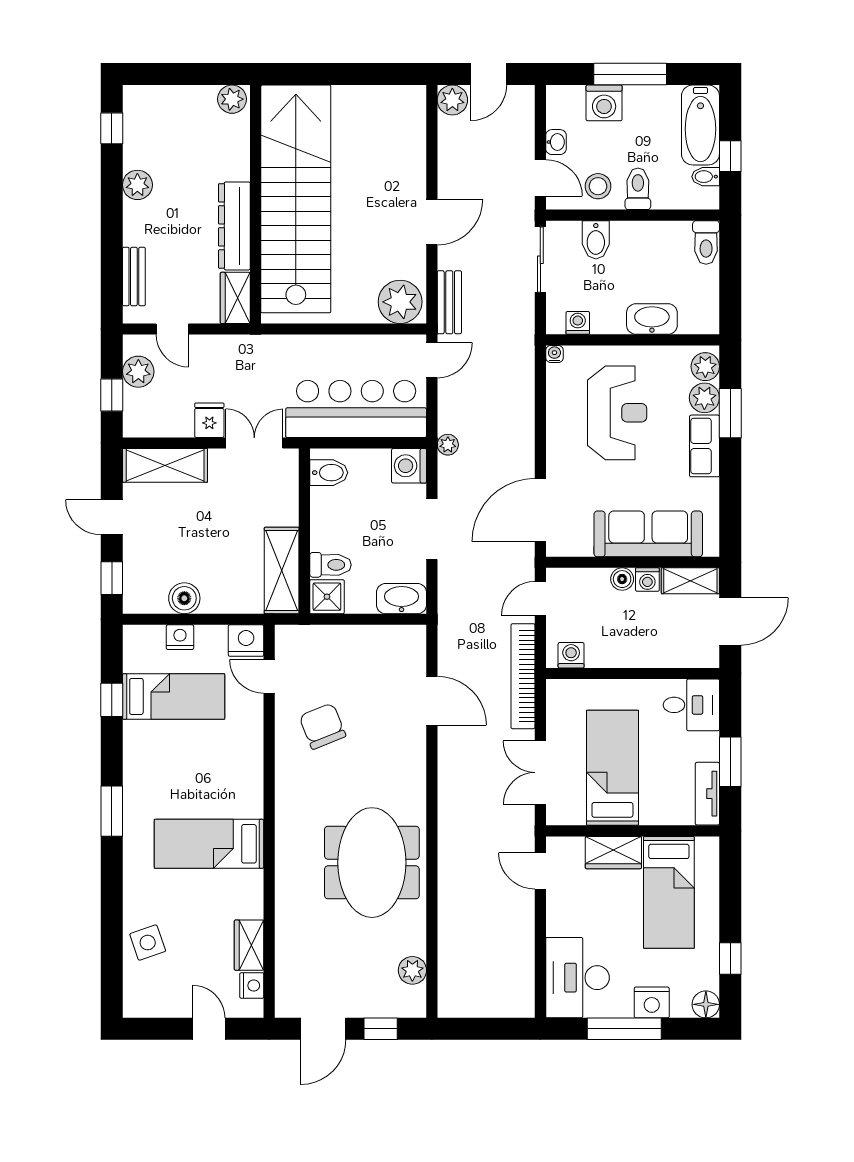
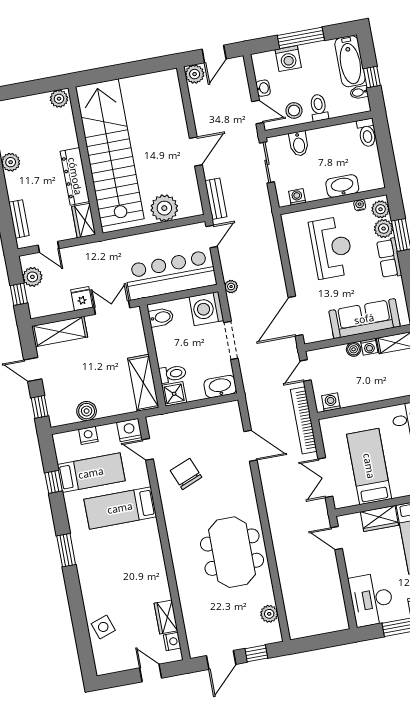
plant: (400, 302) -> (164, 208), moved
water cooler: (554, 354) -> (360, 205), moved
washing machine: (409, 466) -> (206, 309), width x1.37, depth x1.37
bed: (209, 844) -> (120, 508), moved

